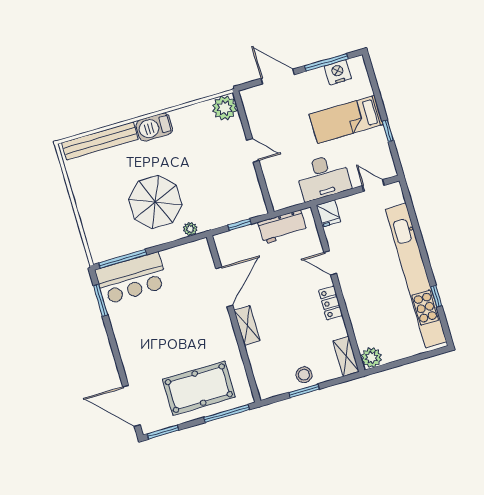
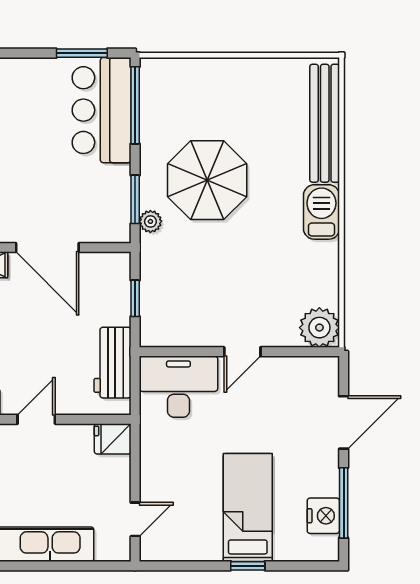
window: (388, 131) -> (248, 566), moved
desk: (323, 177) -> (178, 387), moved, turned 90
window: (180, 242) -> (135, 199), added

